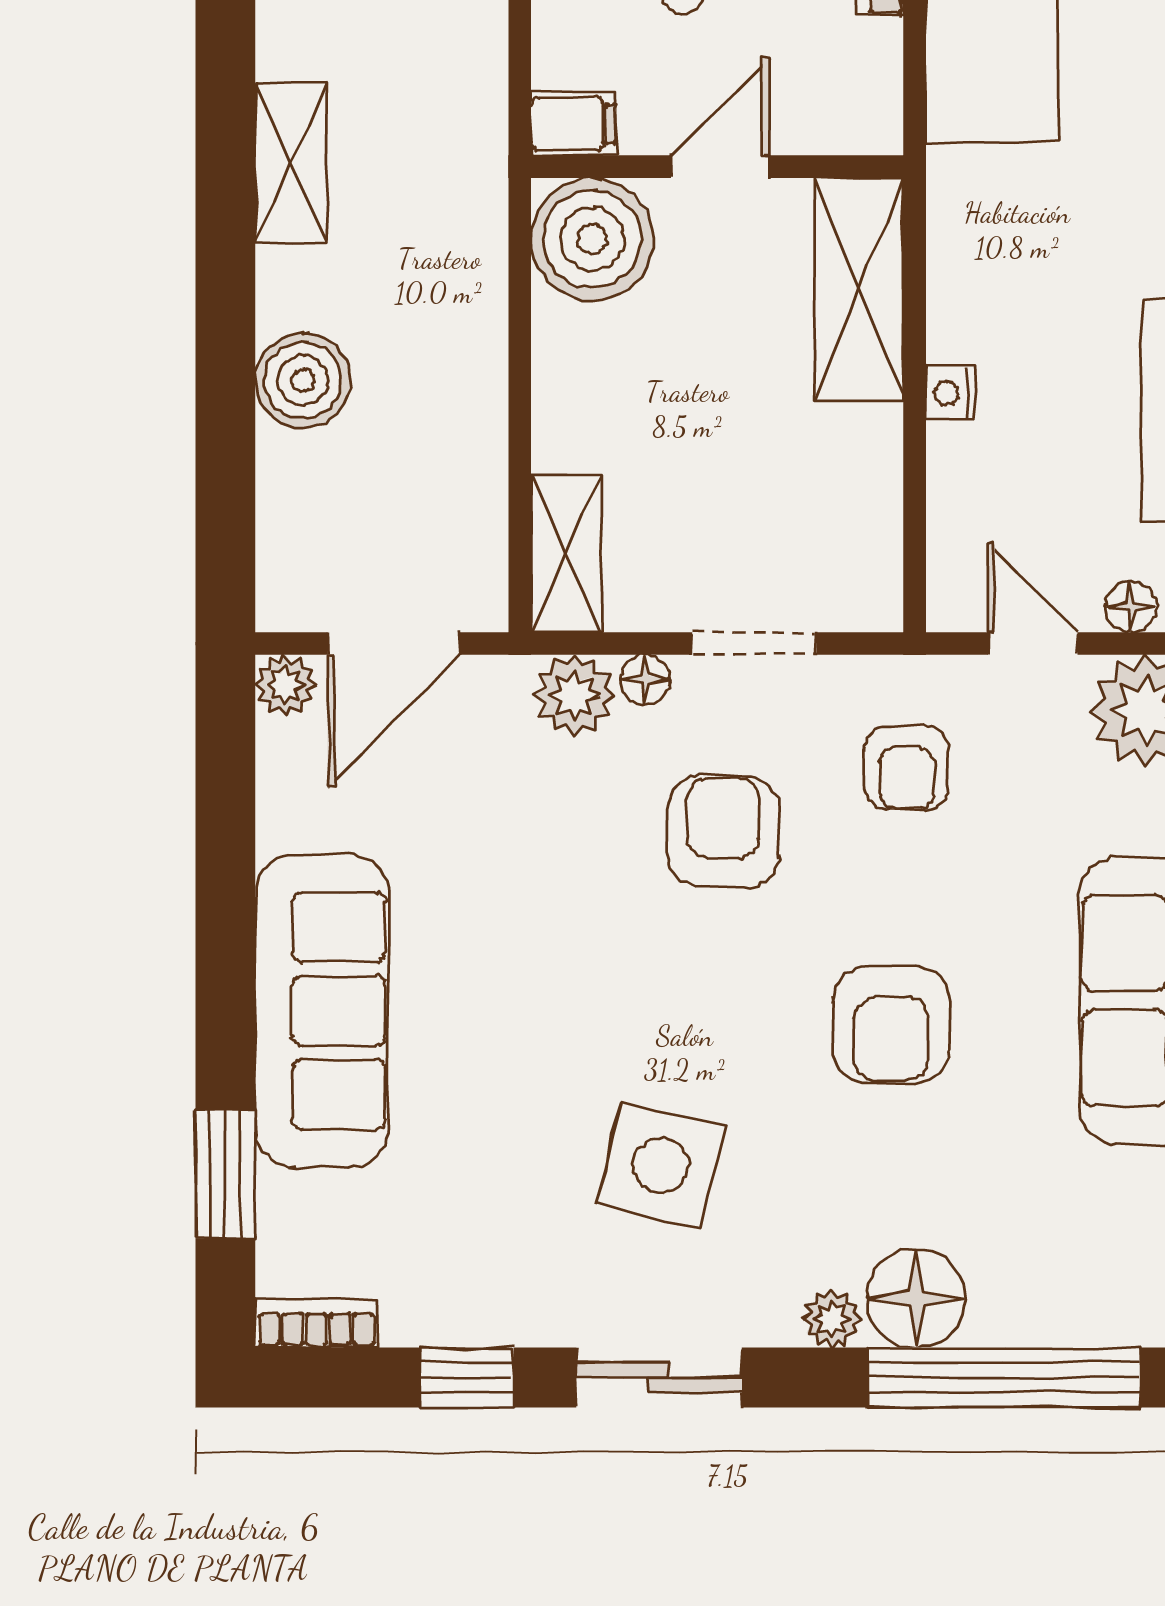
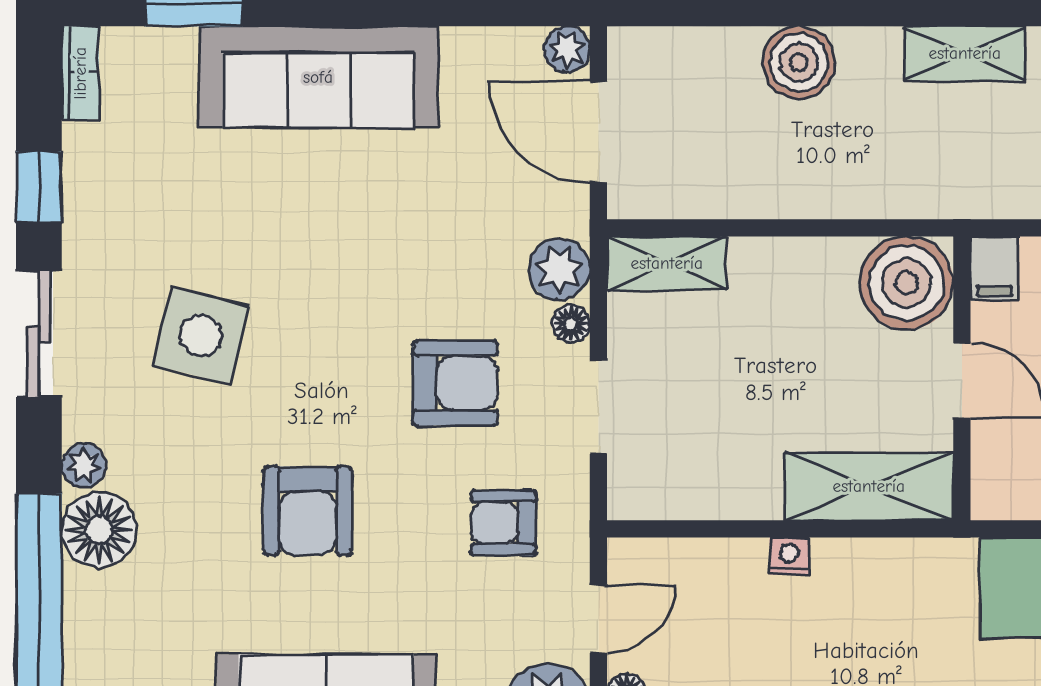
armchair: (891, 1025) -> (308, 511), turned -90

